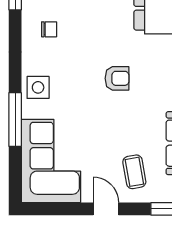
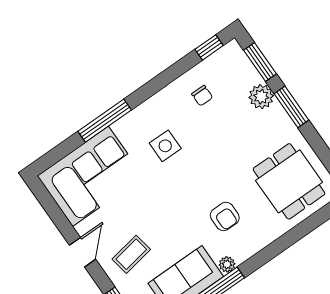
armchair: (117, 78) -> (225, 216), moved
side table: (38, 87) -> (165, 146), moved

